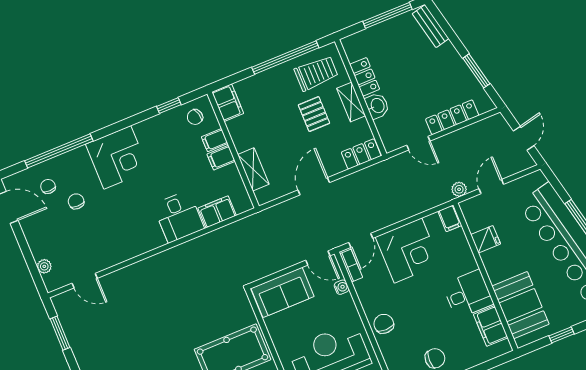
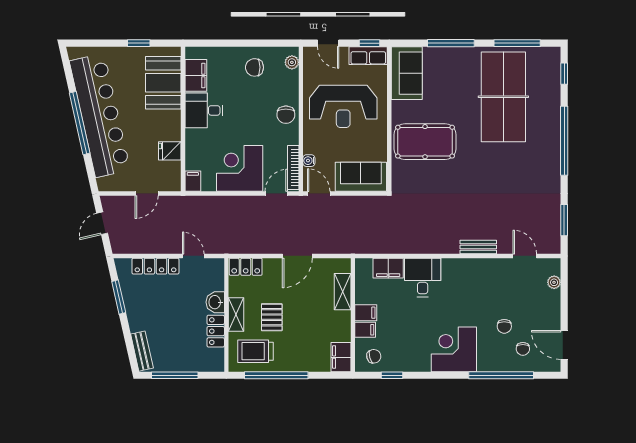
plant: (459, 189) -> (175, 203), removed
bookcase: (351, 266) -> (293, 168), width x1.56
bench: (135, 270) -> (478, 247), added

